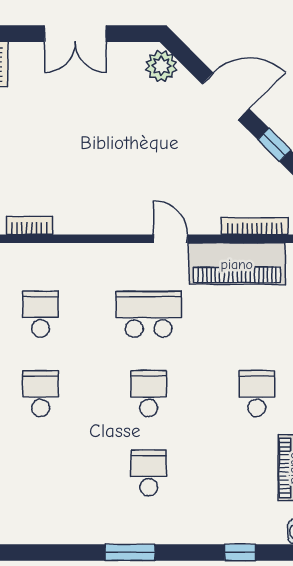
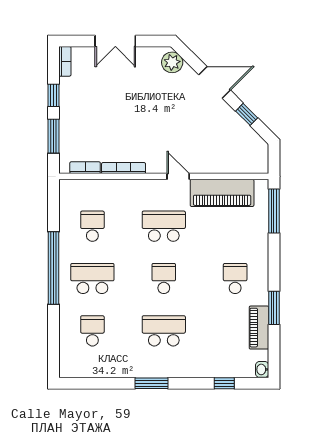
bookcase: (255, 226) -> (124, 168), moved
school desk: (41, 394) -> (92, 279), width x1.85
school desk: (41, 473) -> (92, 331), added
school desk: (149, 473) -> (164, 331), width x1.85

